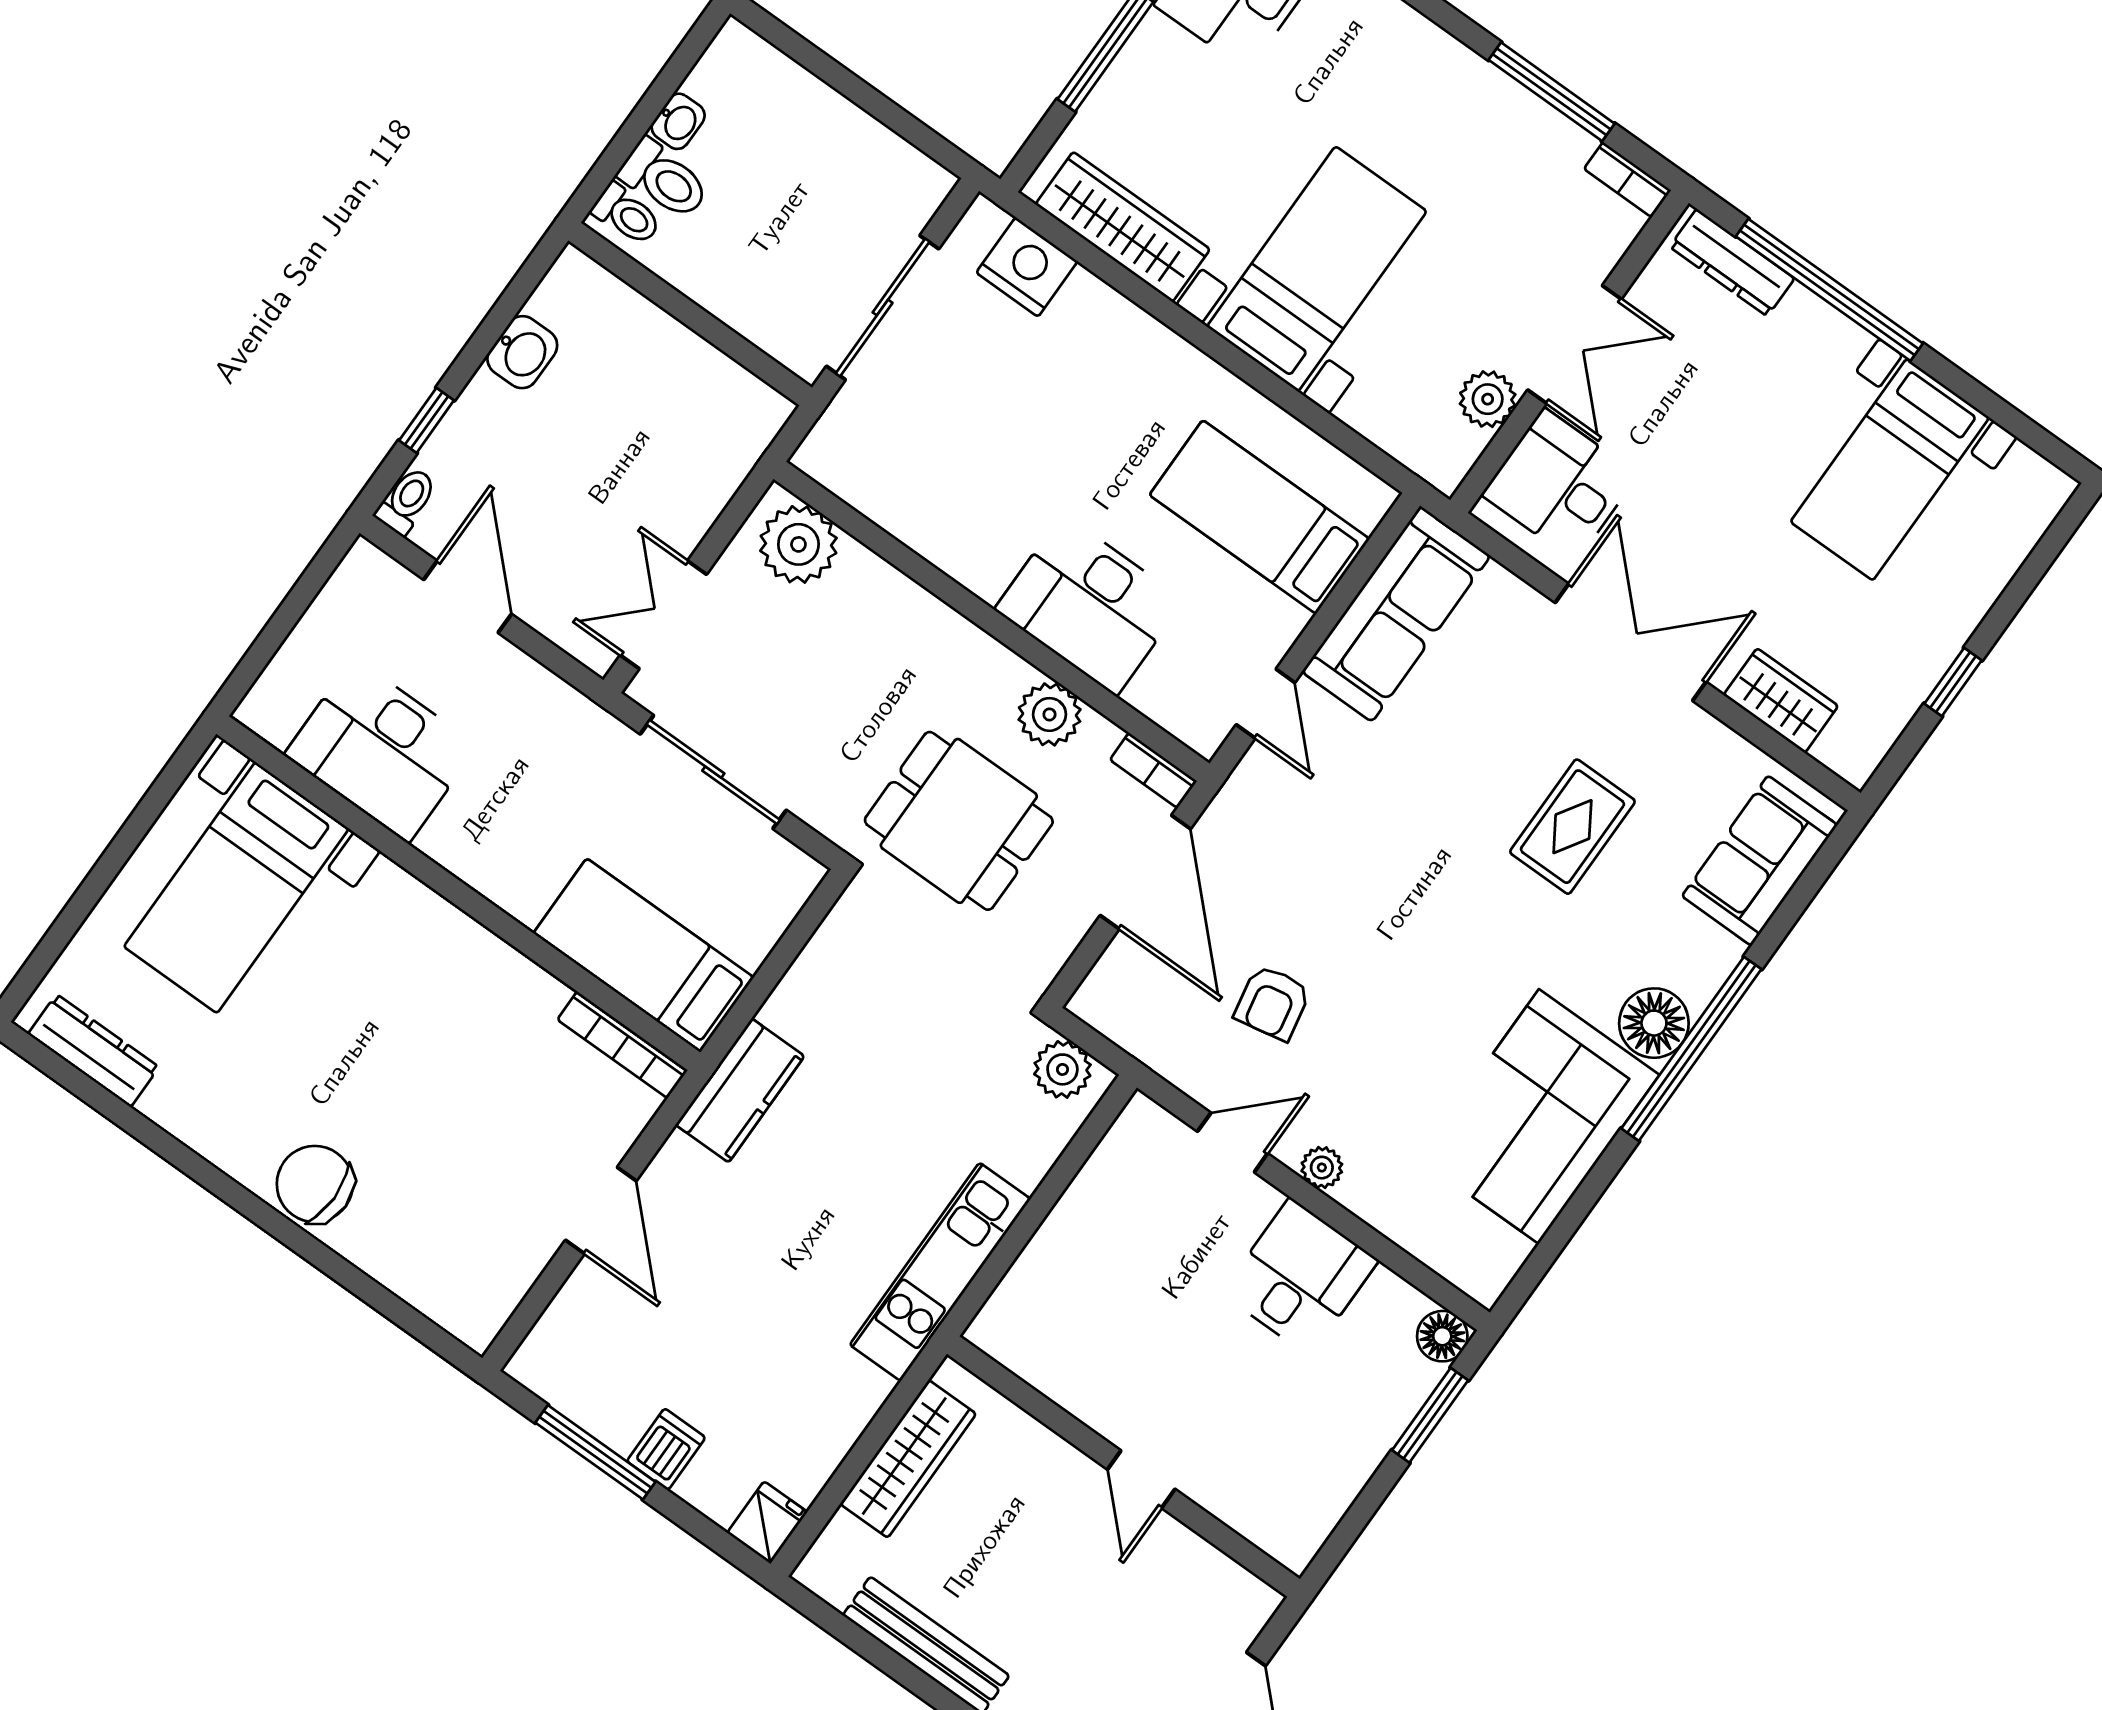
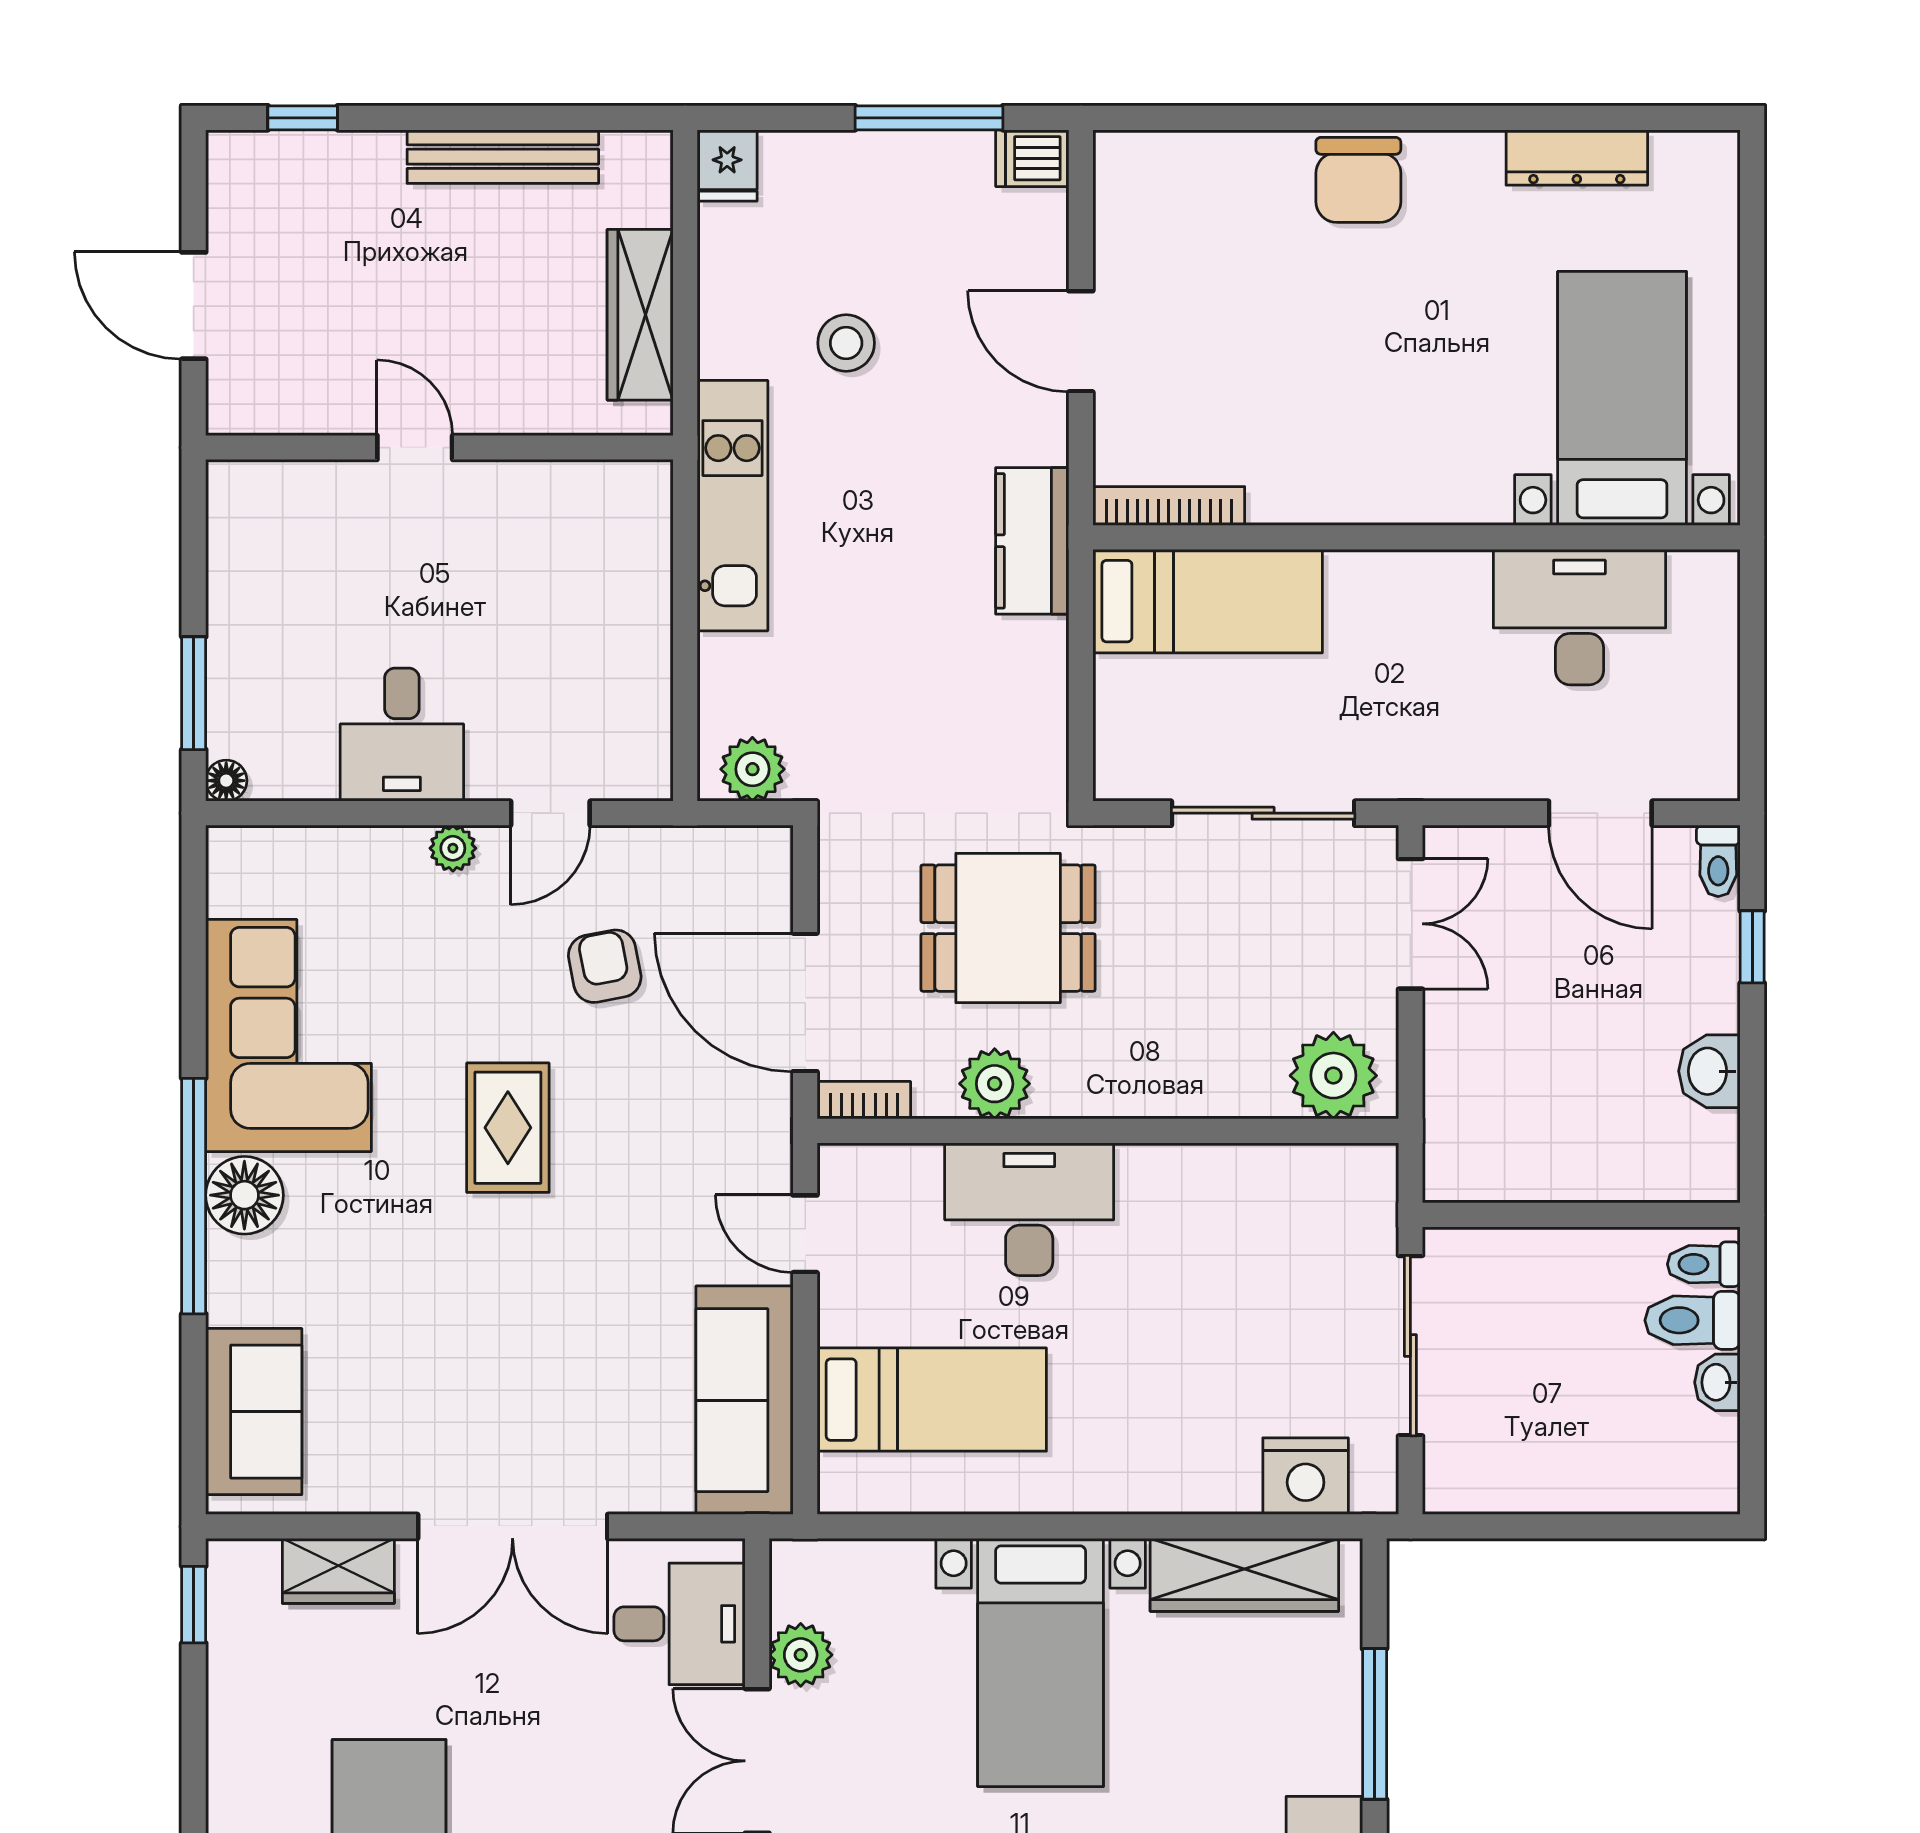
window: (1953, 682) -> (194, 1605), moved
rug: (1572, 827) -> (508, 1128), moved
dresser: (93, 1051) -> (1577, 158), moved
chair: (315, 1184) -> (1358, 180), turned 90
stool: (773, 1331) -> (846, 343), added
floor lamp: (1442, 1336) -> (226, 781), width x0.73, depth x0.73
dishwasher: (666, 1449) -> (1032, 158), moved, turned 90

